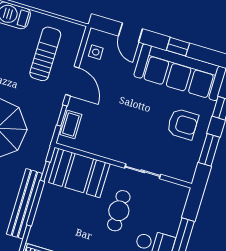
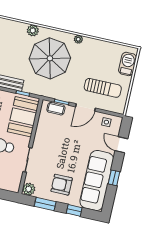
door: (130, 32) -> (121, 145), hinge flipped
armchair: (183, 124) -> (62, 185), turned 90
plant: (186, 173) -> (29, 189), added

